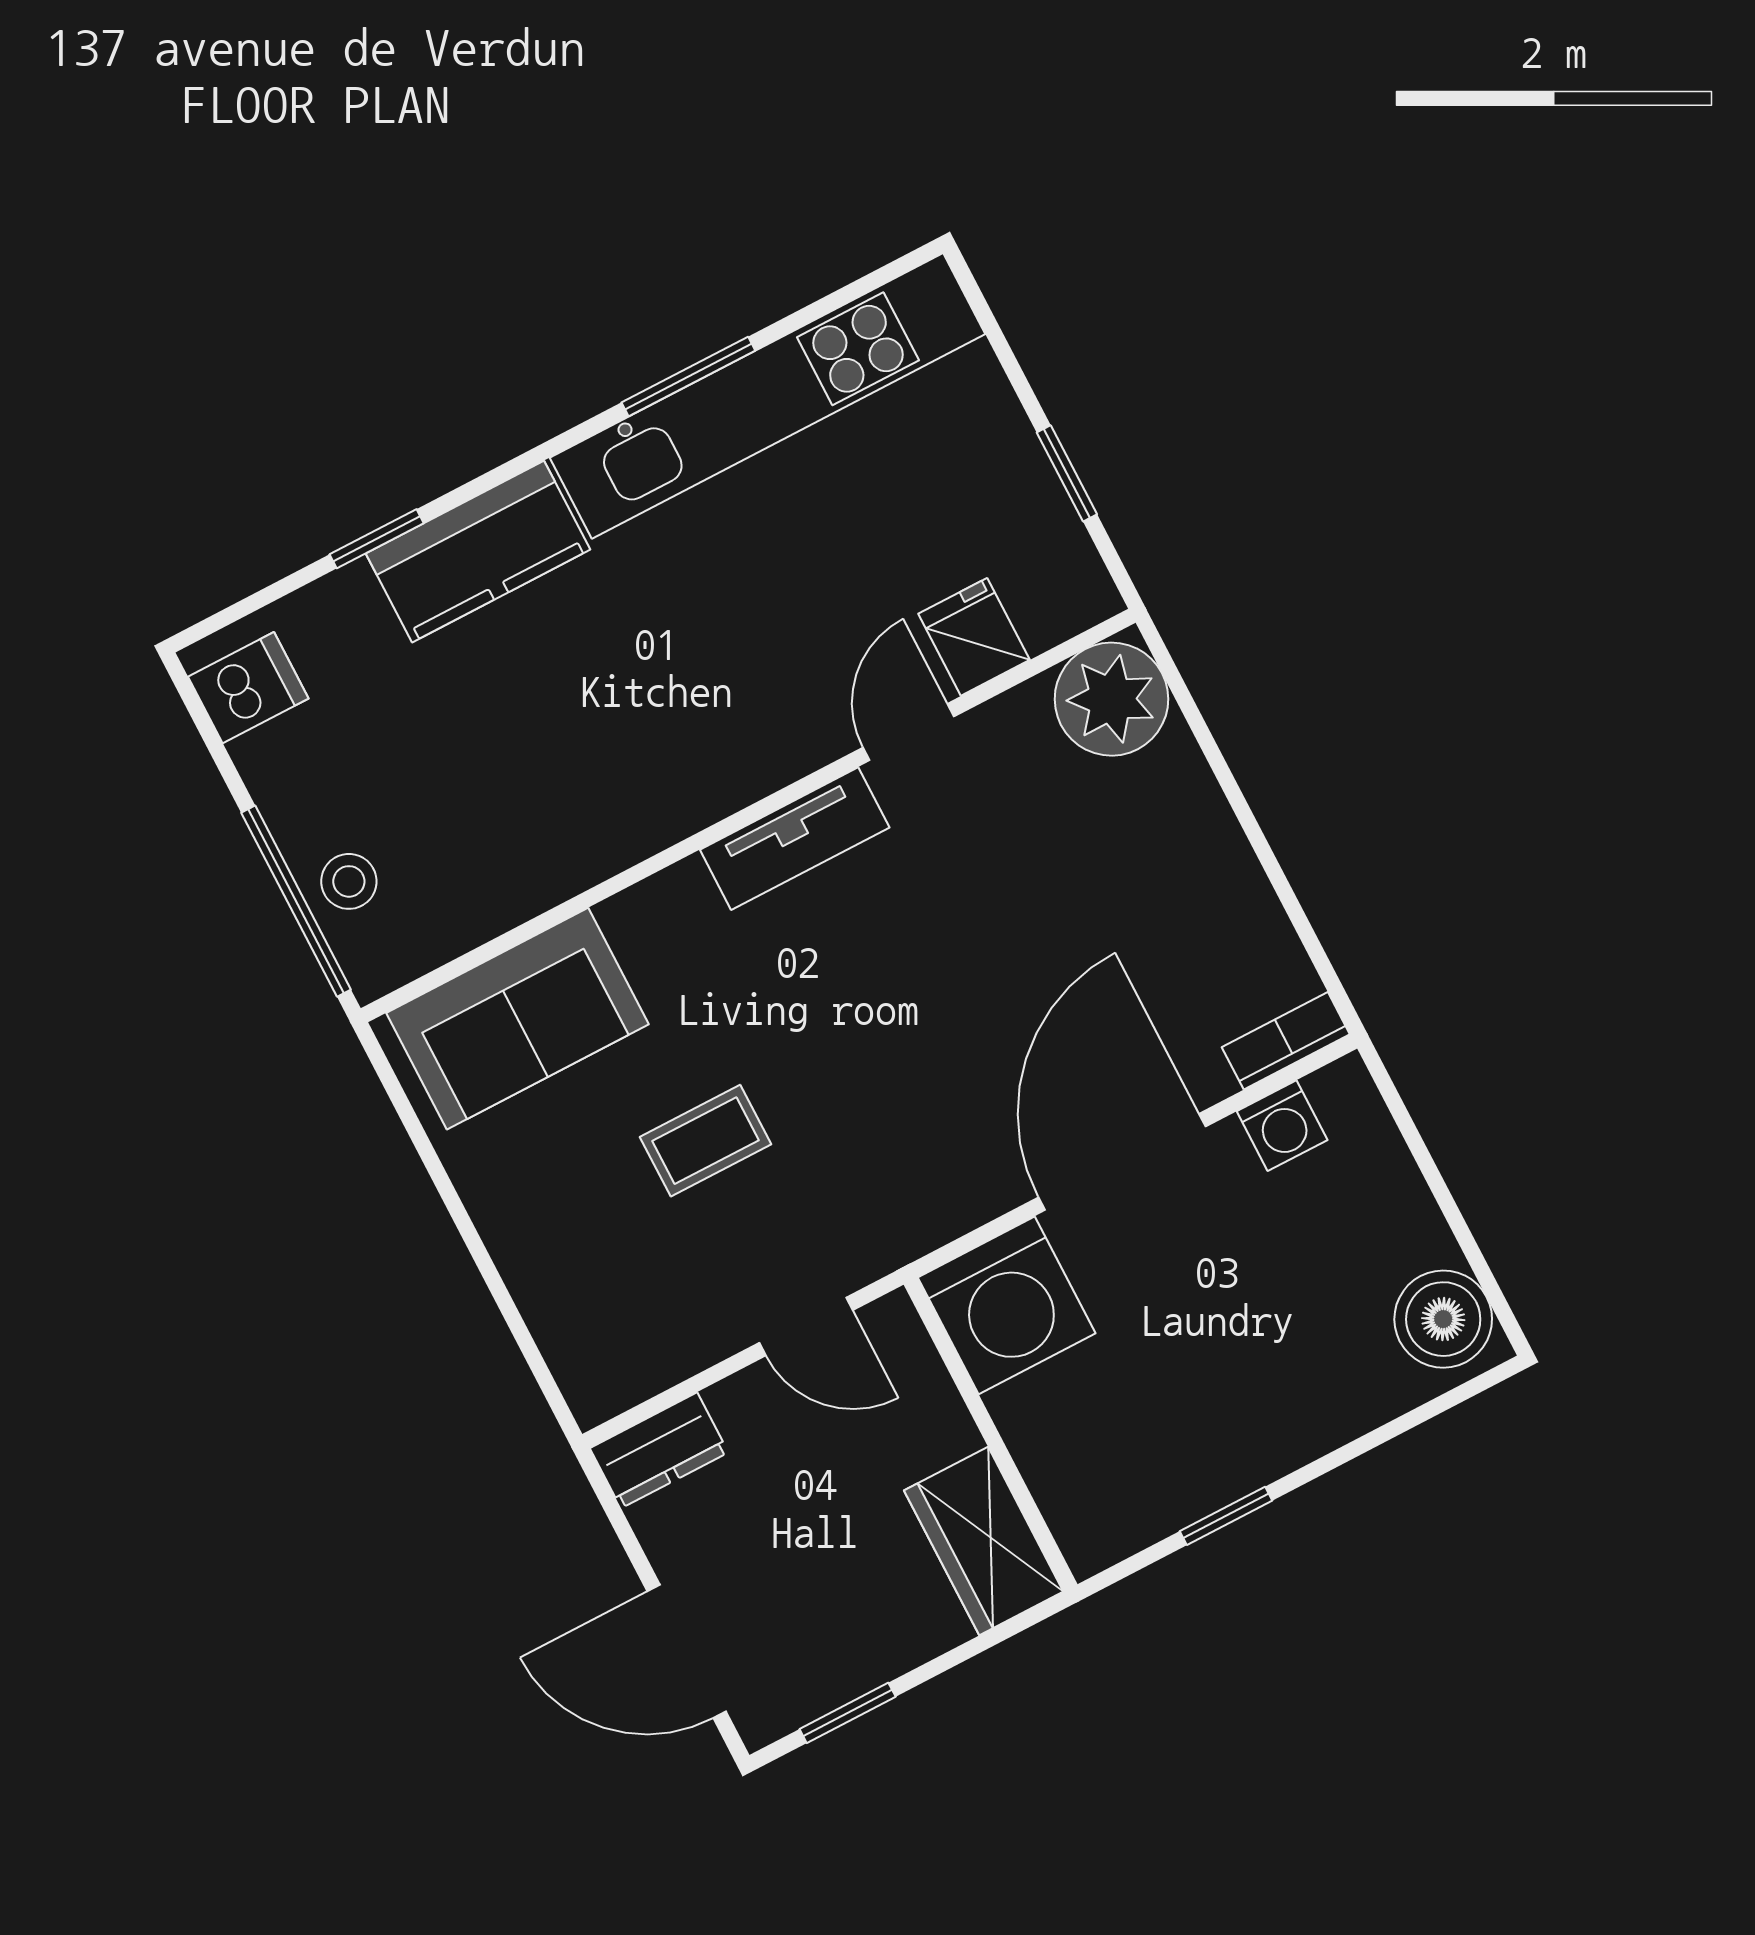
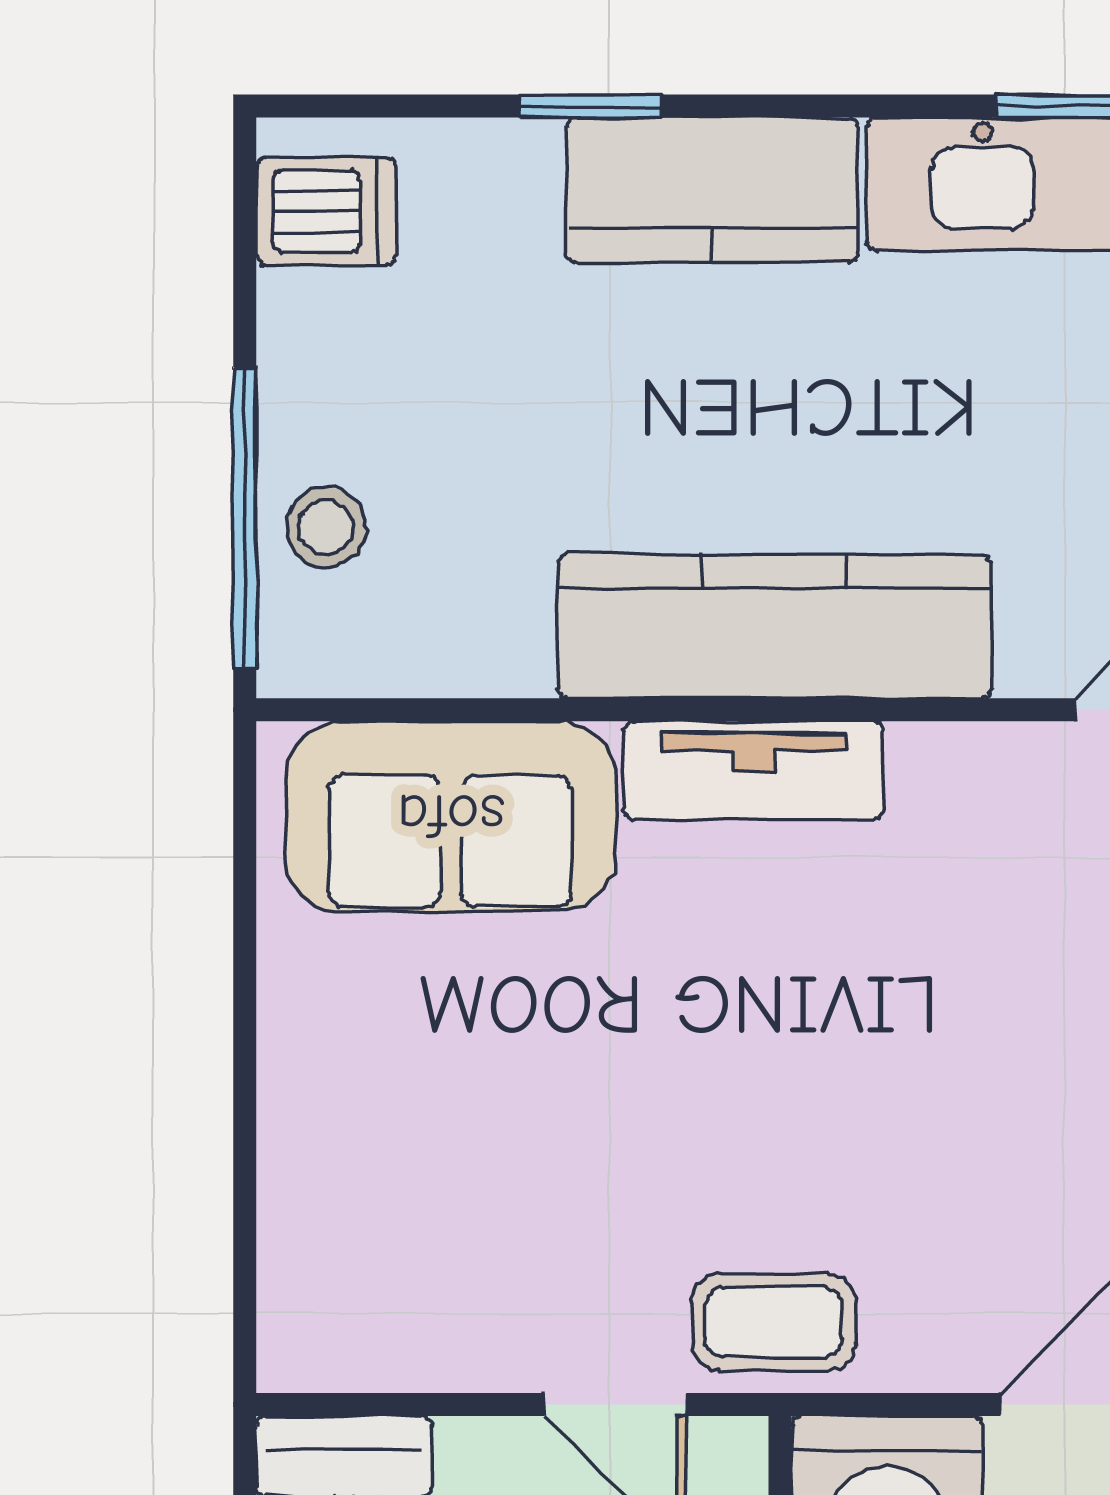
kitchen counter: (655, 799) -> (775, 626), added
tv unit: (795, 839) -> (754, 770), moved
coffee table: (706, 1141) -> (774, 1322), moved

